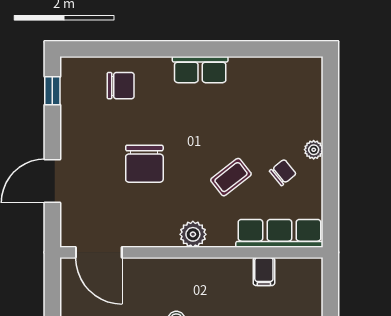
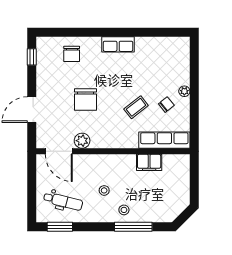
chair: (121, 86) -> (72, 54), turned 90
plant: (193, 234) -> (82, 141), moved
filing cabinet: (264, 272) -> (149, 162), width x2.00

